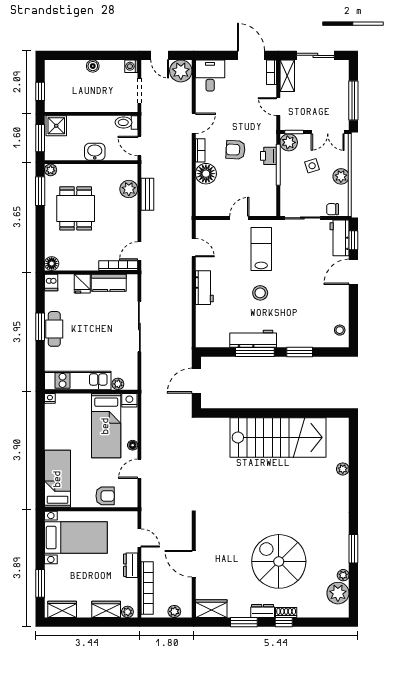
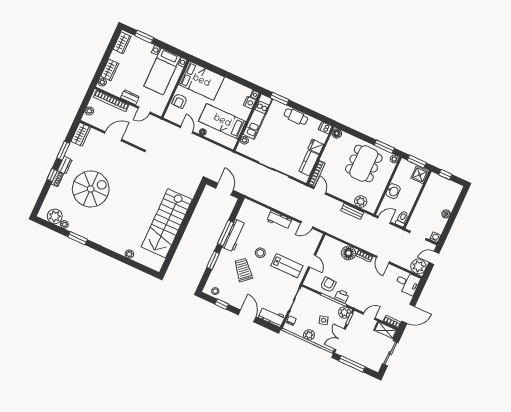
armchair: (235, 150) -> (328, 285), moved
dining table: (76, 208) -> (364, 163), width x1.38
window: (353, 240) -> (222, 304), moved
trolley: (294, 305) -> (243, 270), added
window: (40, 327) -> (280, 99), moved
nightstand: (129, 400) -> (250, 103), moved
bed: (58, 479) -> (201, 81), width x1.50

